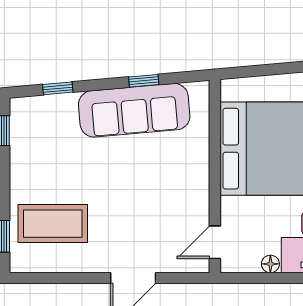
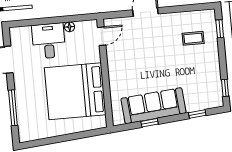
coffee table: (53, 224) -> (193, 38), width x0.54, depth x0.58

